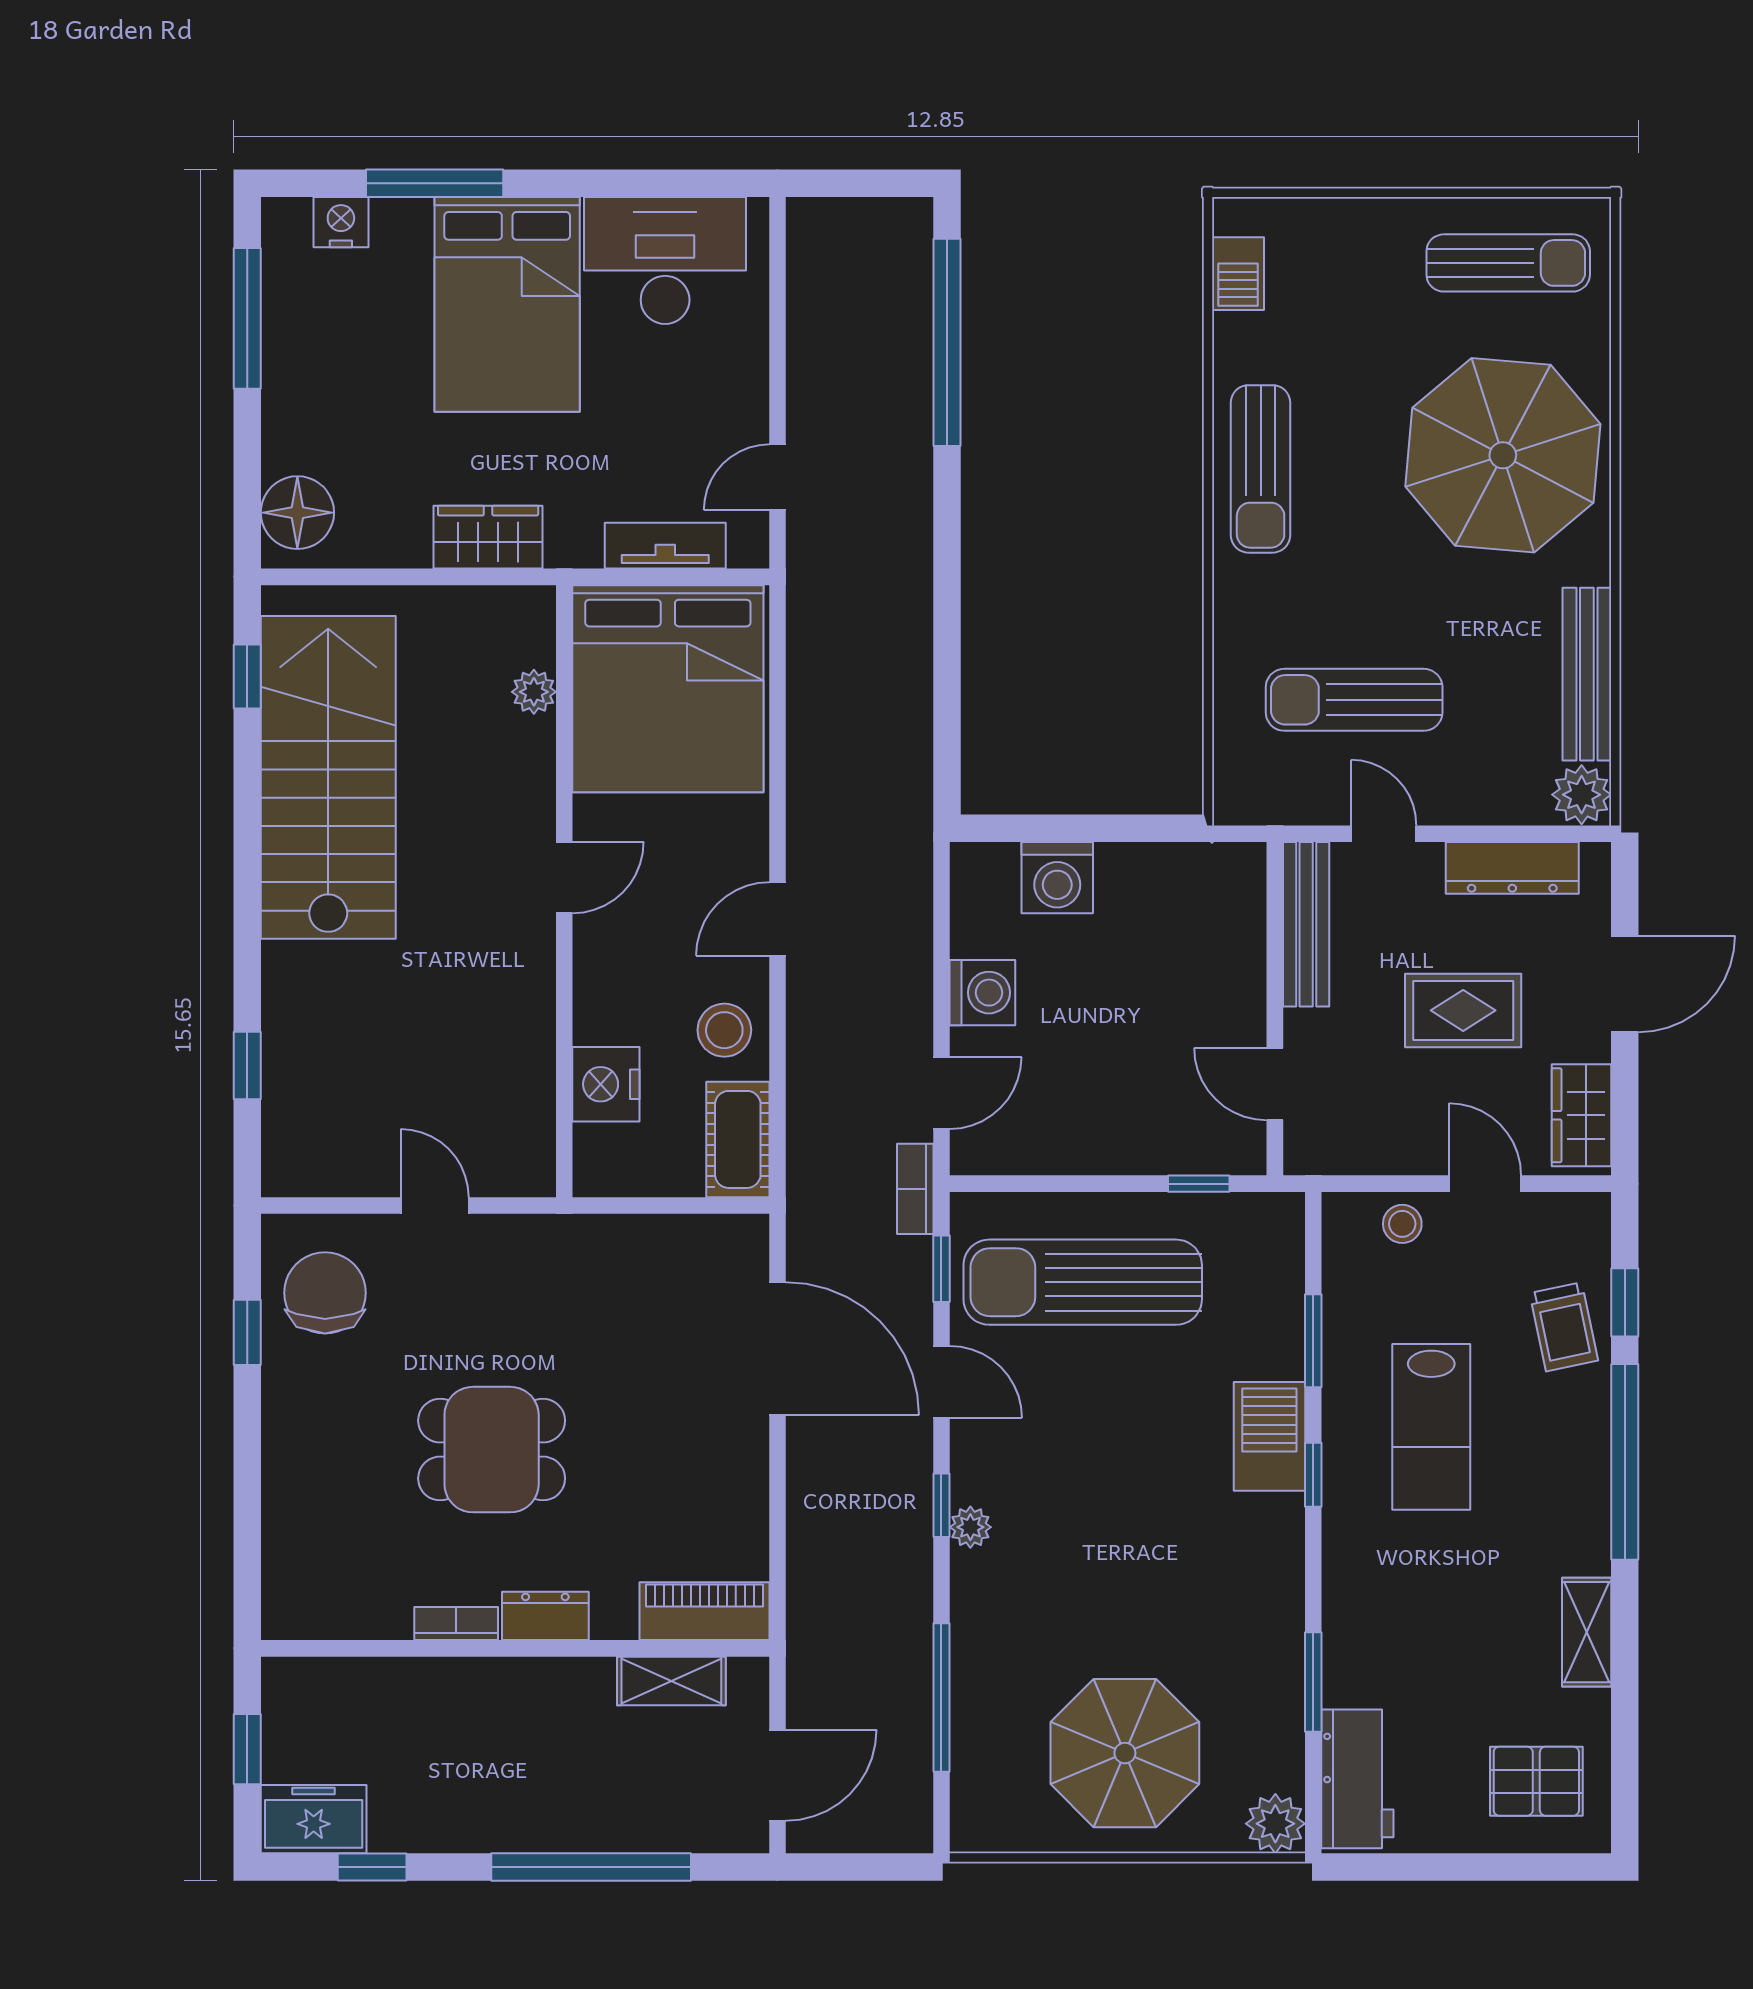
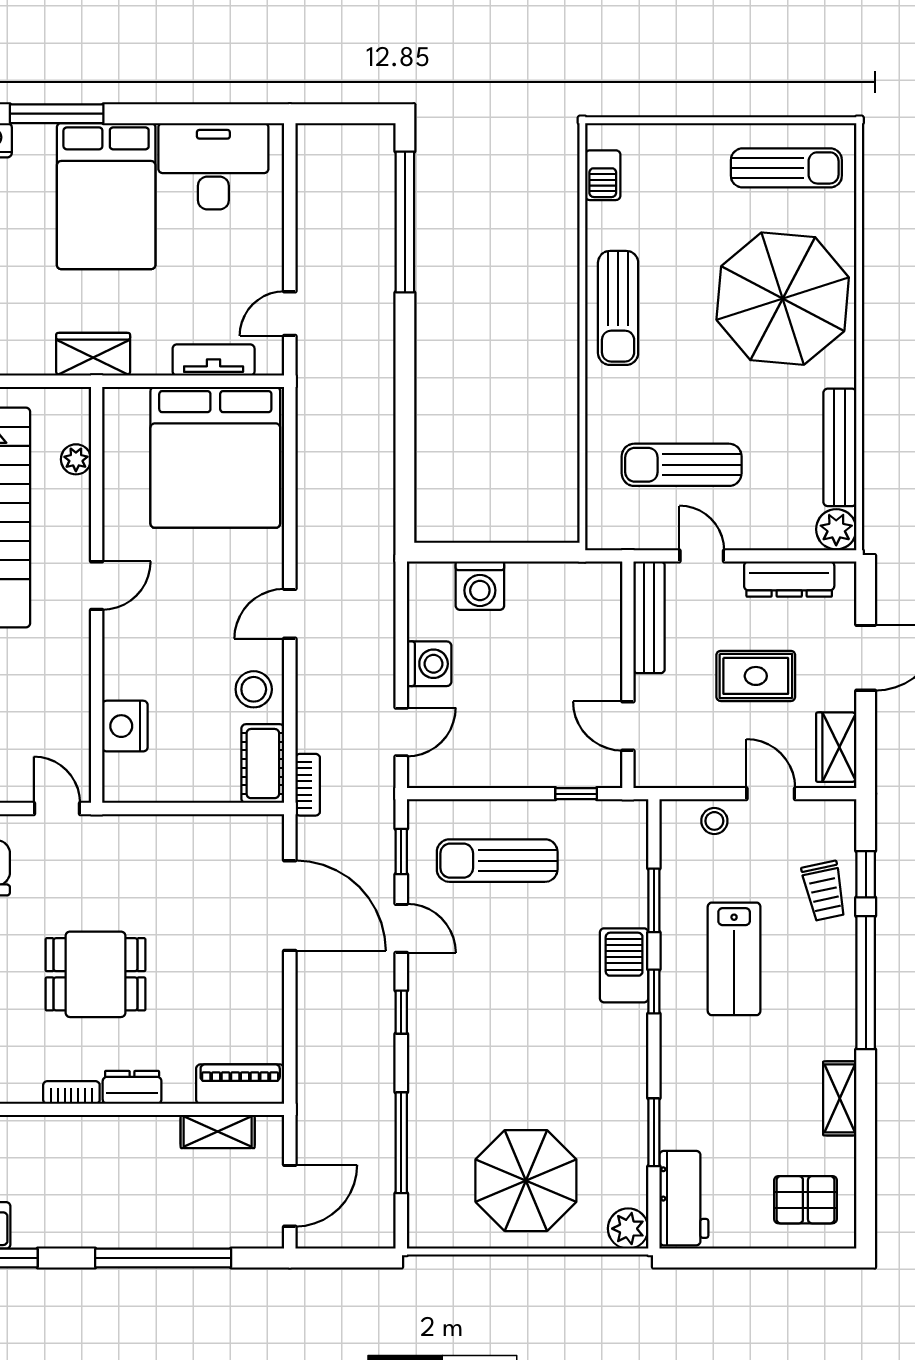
plant: (534, 692) -> (76, 459), moved
door: (564, 878) -> (97, 586), moved
wall: (564, 891) -> (97, 595), moved
nightstand: (606, 1084) -> (125, 726), moved
bookcase: (915, 1189) -> (308, 785), moved, turned 180
sun lounger: (1083, 1282) -> (497, 861), width x0.73, depth x0.75
plant: (970, 1527) -> (421, 1027), removed

